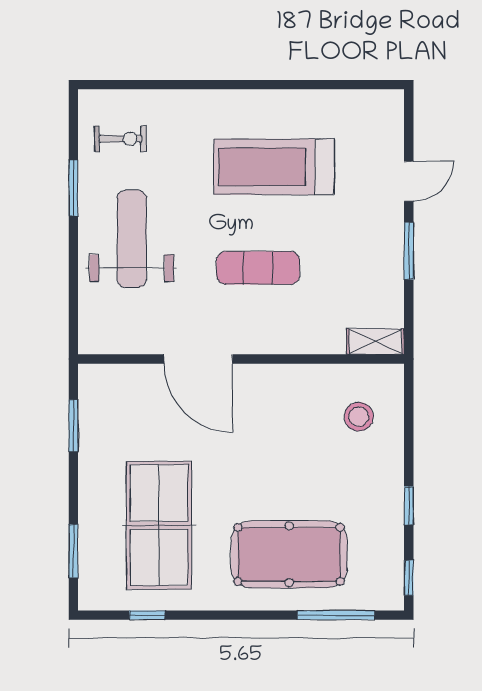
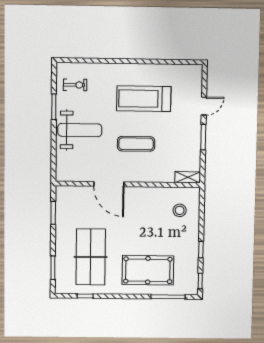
weight bench: (132, 239) -> (80, 130), turned 90

